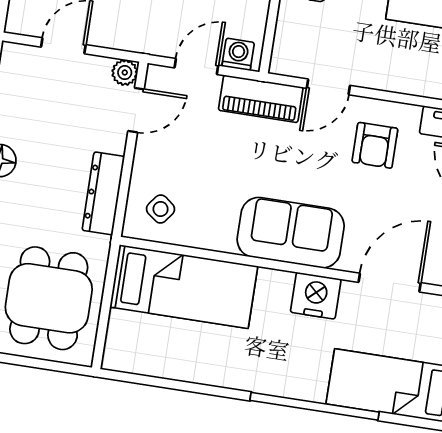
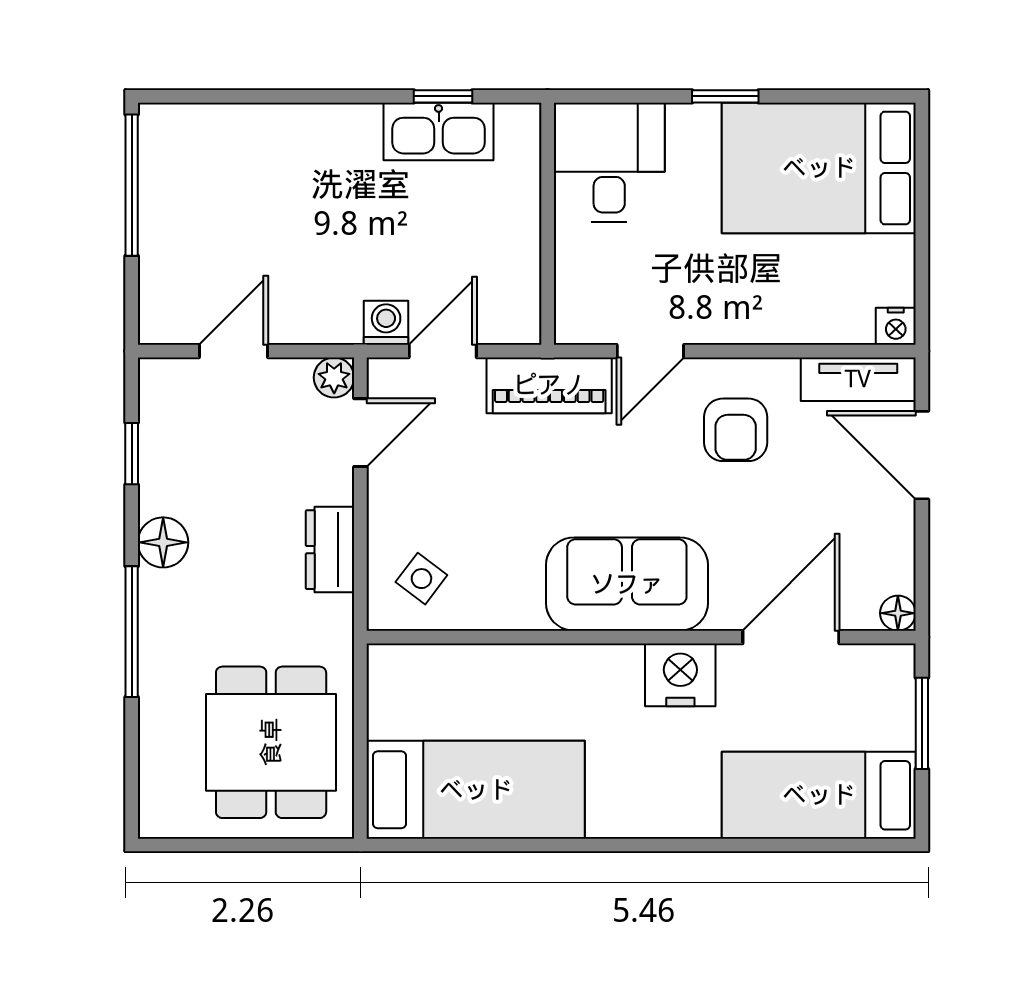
washing machine: (238, 54) -> (386, 323), moved
dresser: (103, 193) -> (330, 550), width x0.70
bed: (184, 287) -> (476, 790), moved
window: (314, 406) -> (705, 845), removed

